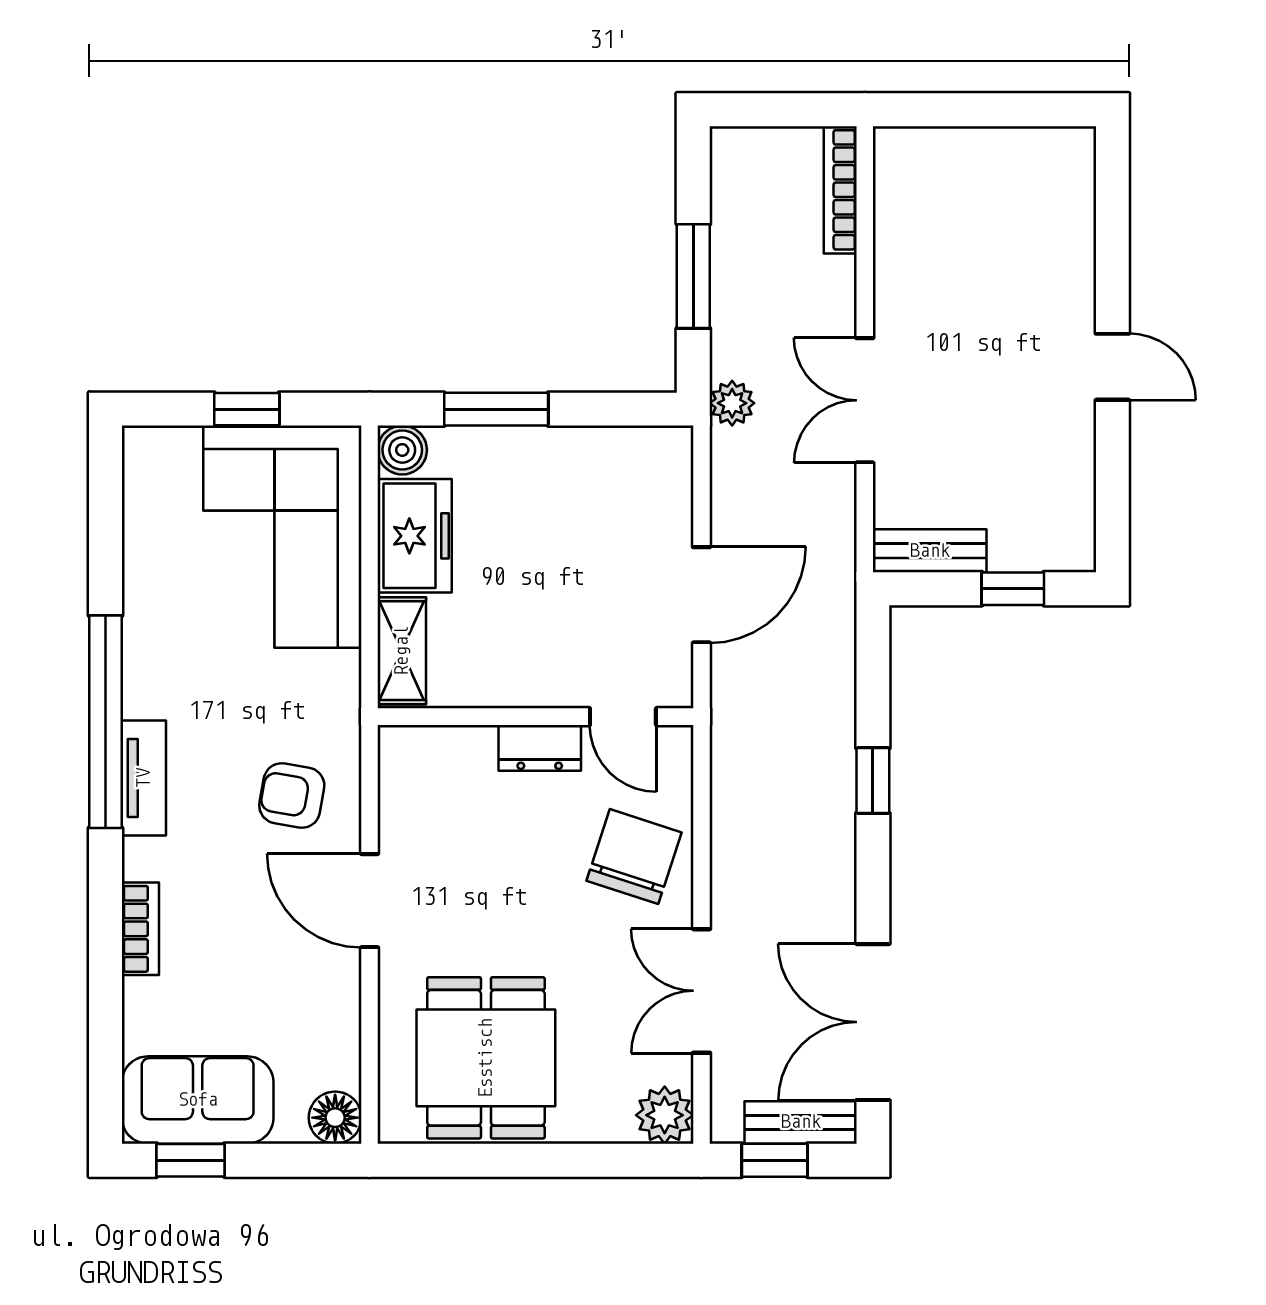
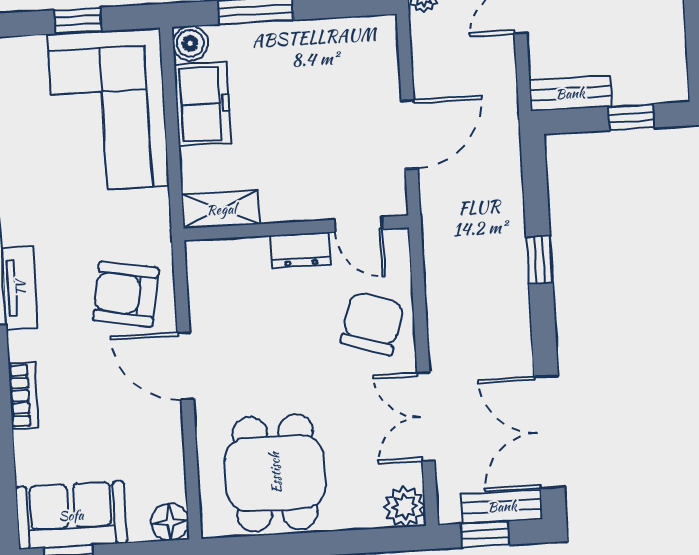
shelving: (402, 651) -> (221, 209), moved, turned 90
armchair: (292, 796) -> (126, 294), width x1.38, depth x1.38

